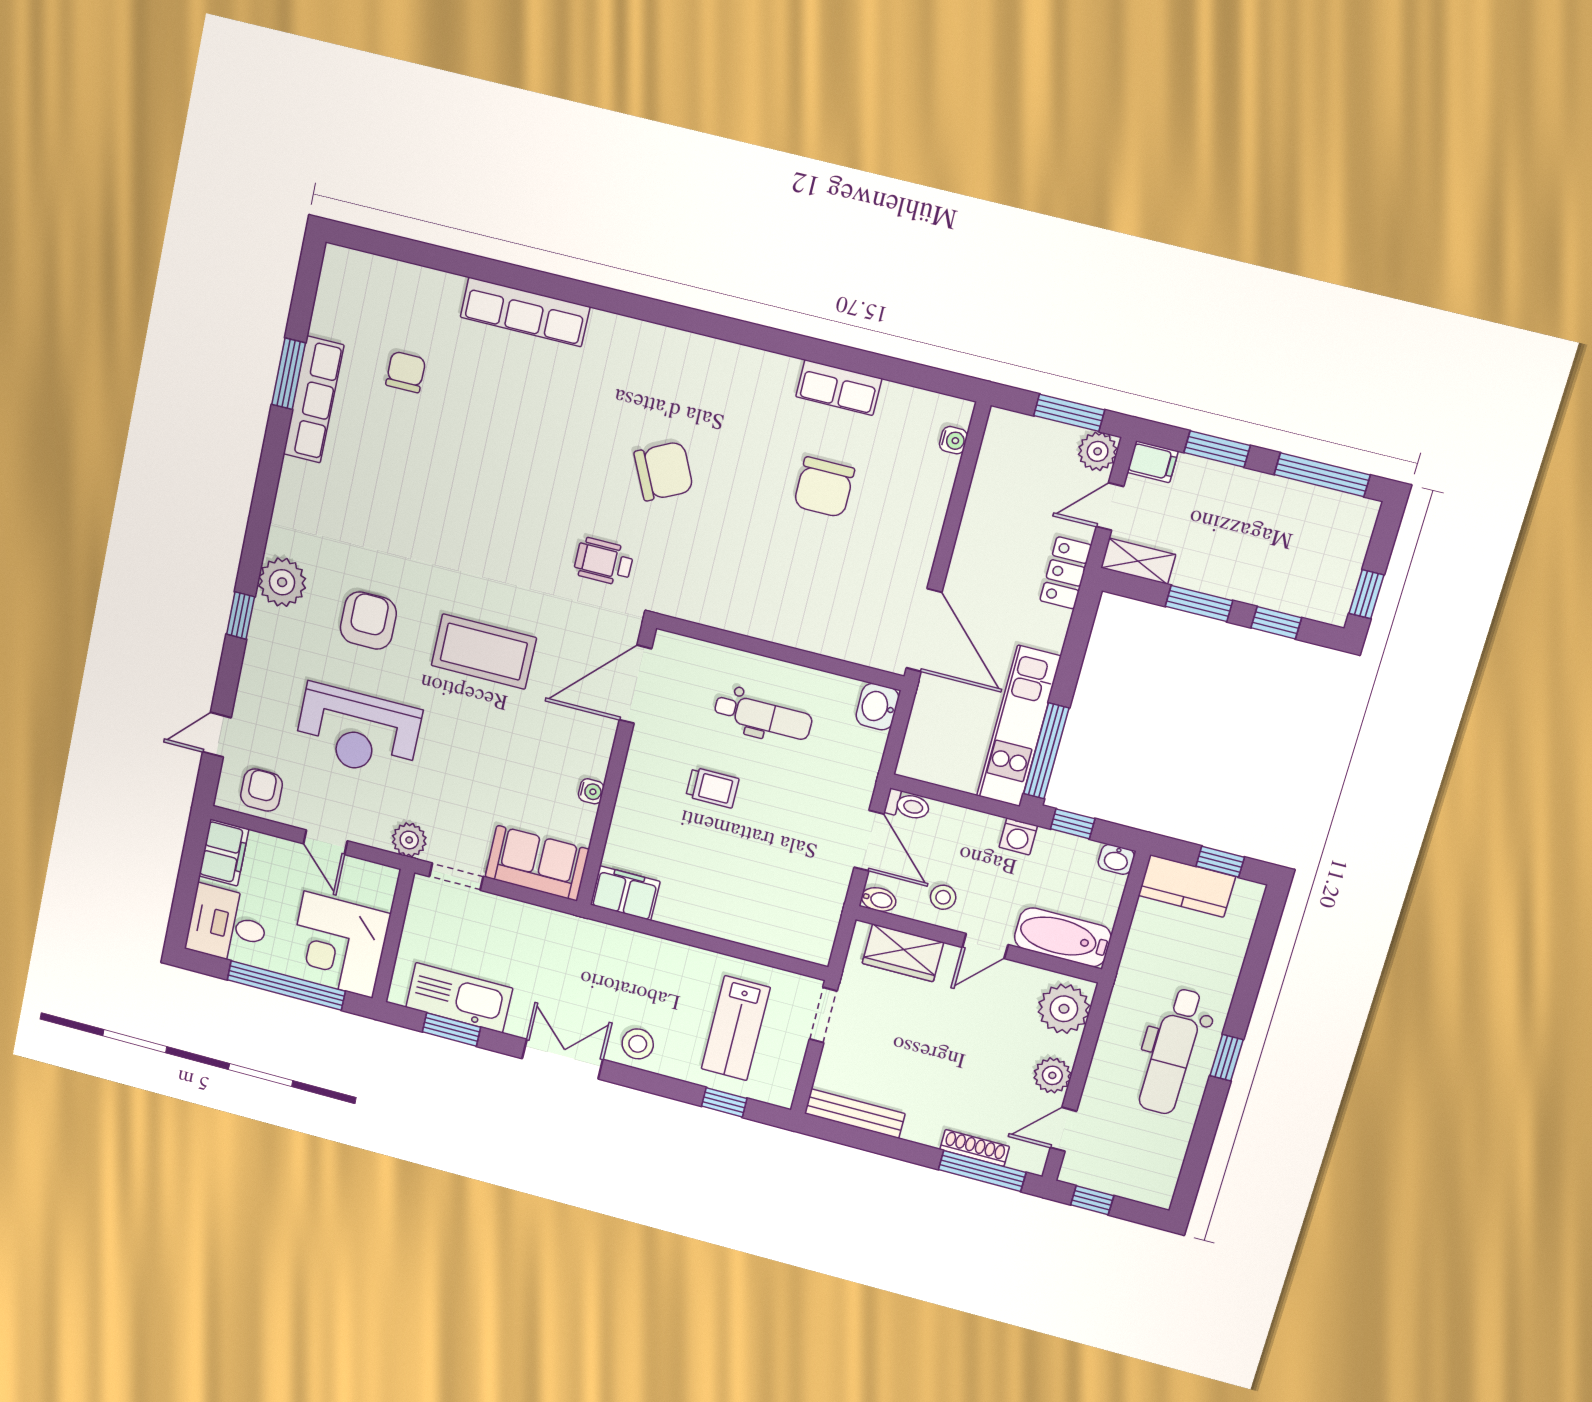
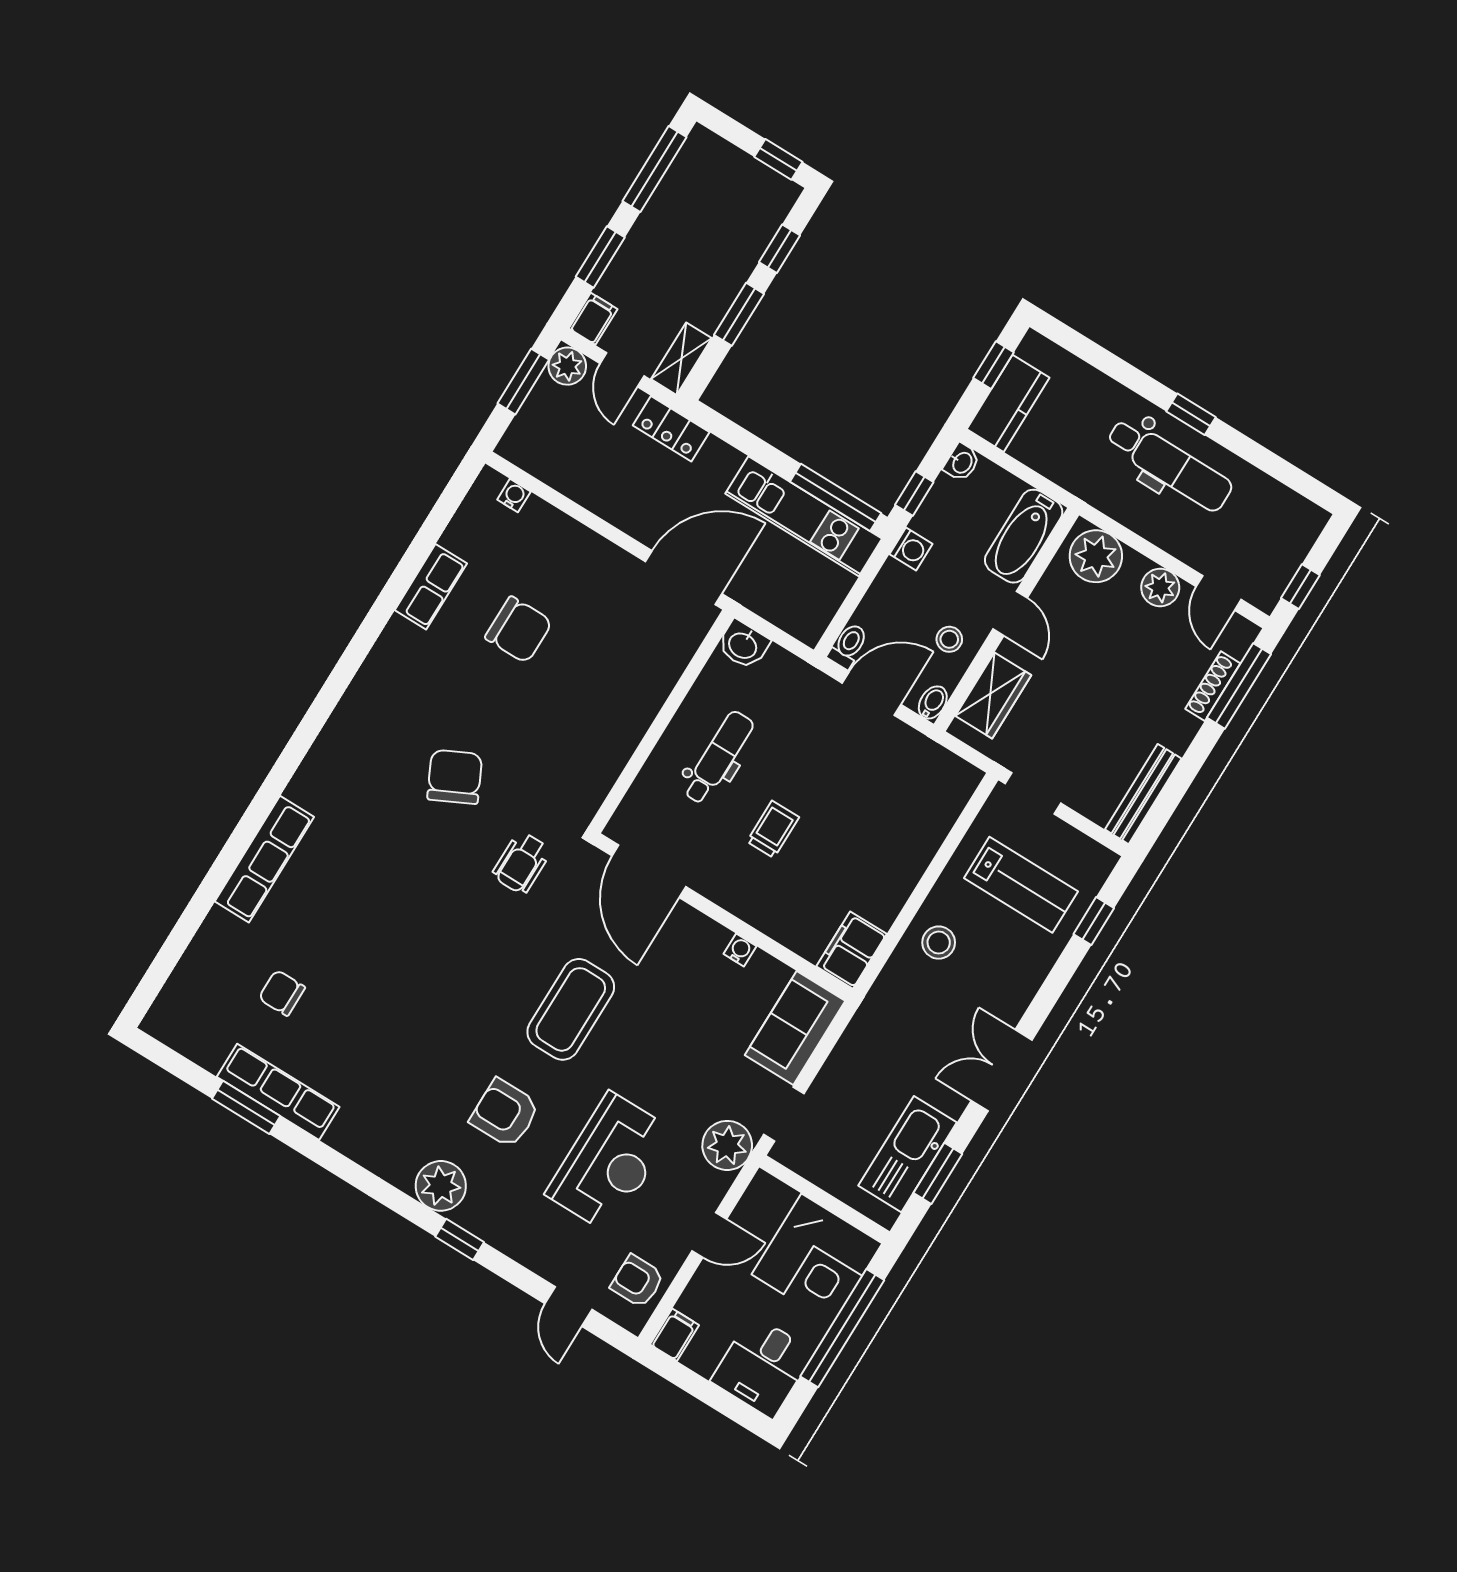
plant: (409, 840) -> (727, 1145), width x1.36, depth x1.36
filing cabinet: (224, 853) -> (674, 1335), width x0.50
stool: (638, 1044) -> (939, 943), moved

